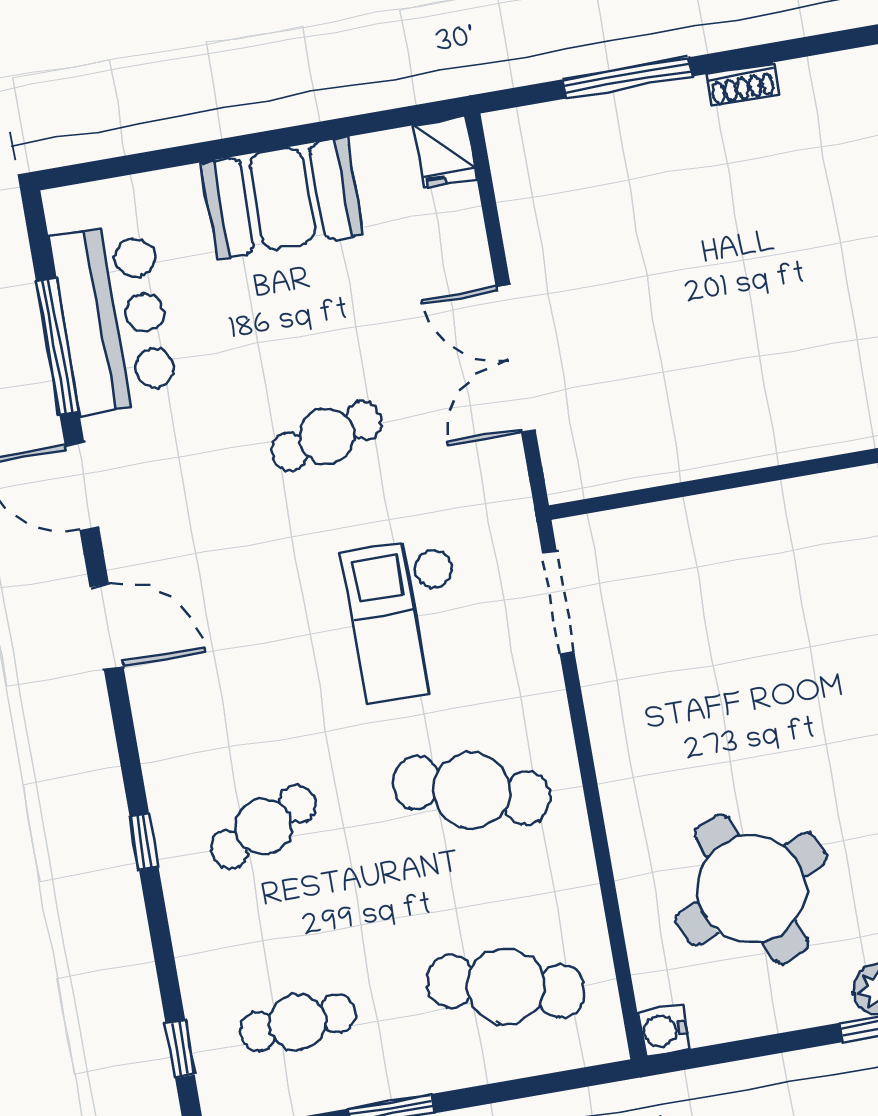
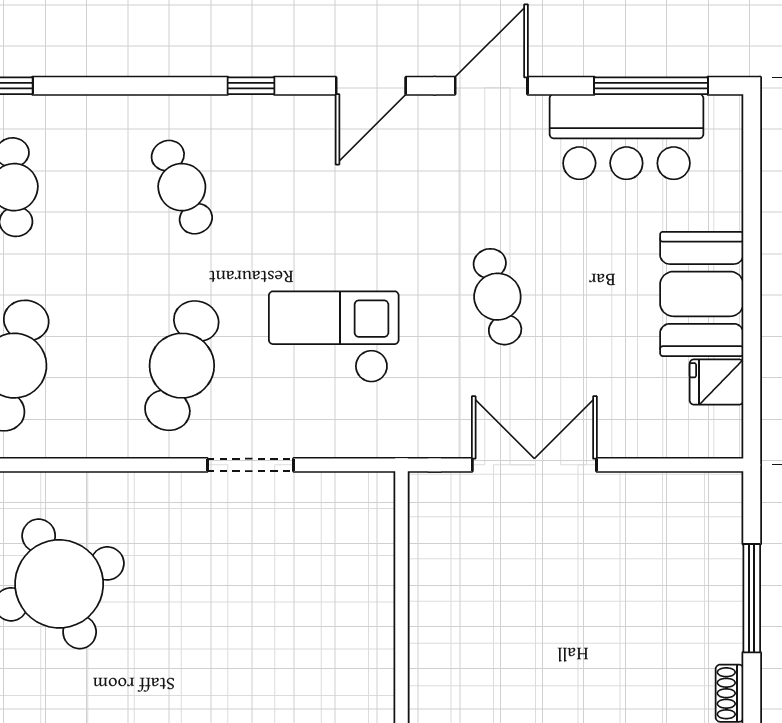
fridge: (445, 152) -> (717, 382), moved
window: (57, 346) -> (651, 86), moved
doorway: (558, 603) -> (251, 465), moved
window: (144, 842) -> (251, 86), moved

